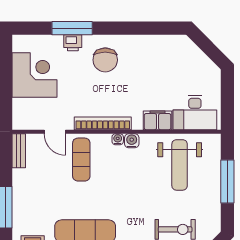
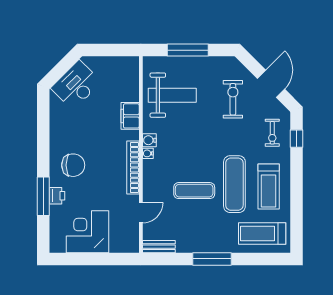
desk: (195, 113) -> (76, 85), moved, turned -135
exercise mat: (81, 160) -> (194, 191), moved

